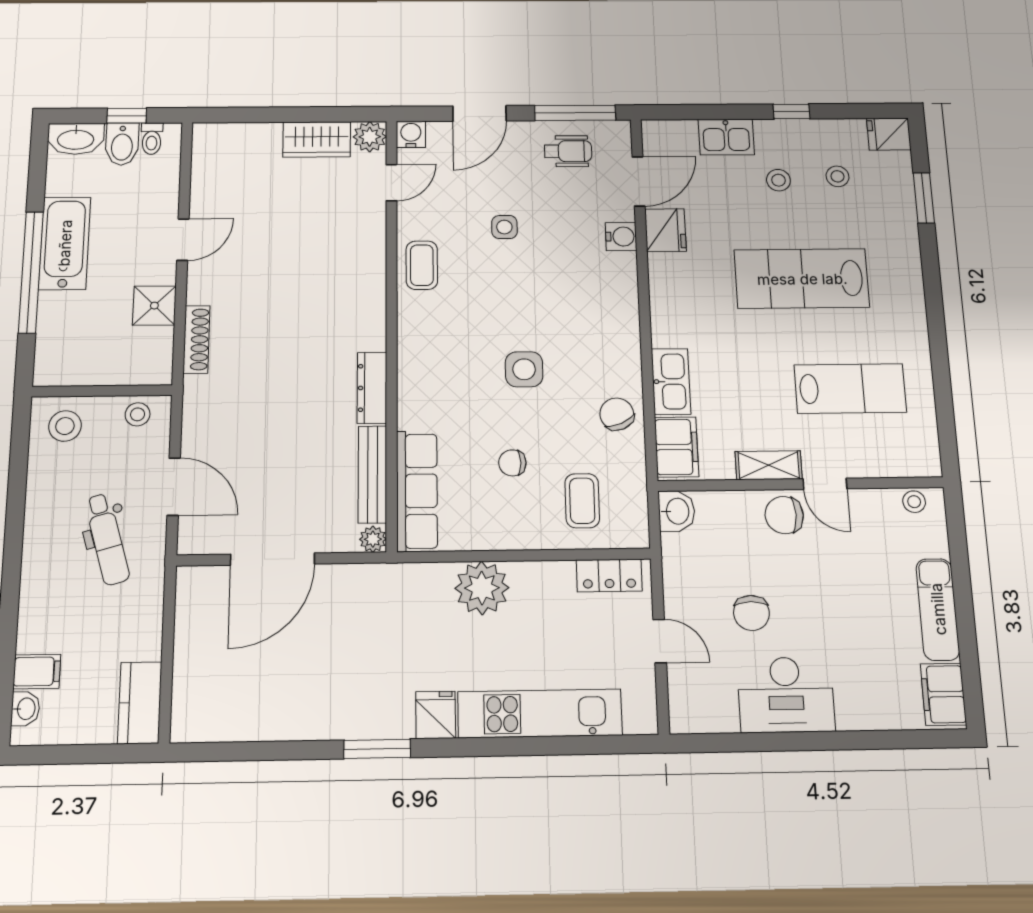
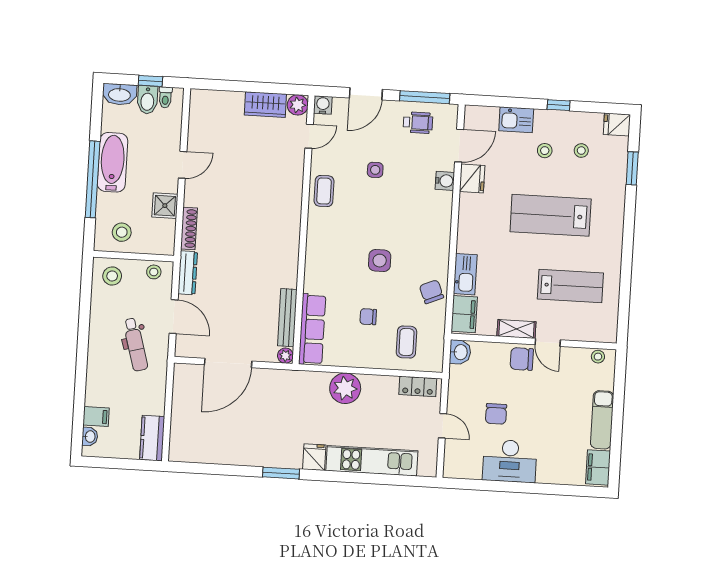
stool: (81, 353) -> (122, 232), added
dresser: (372, 388) -> (188, 273), moved, turned 180

